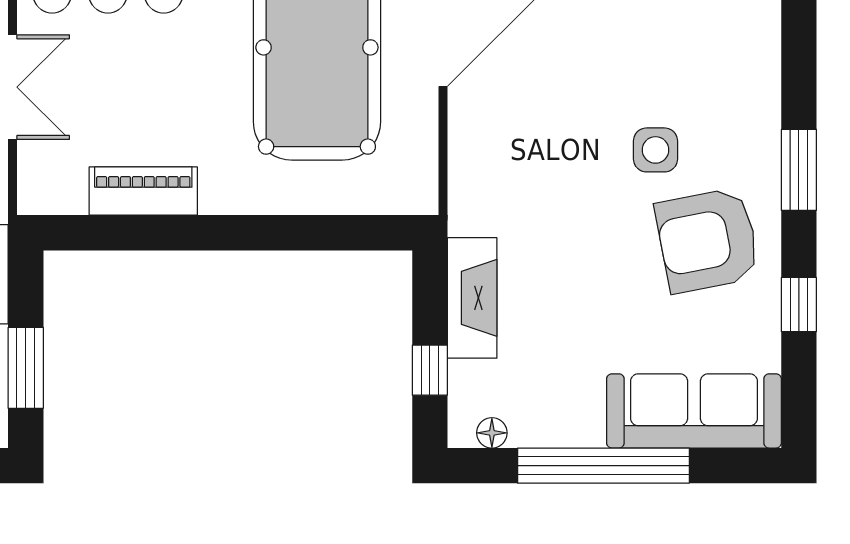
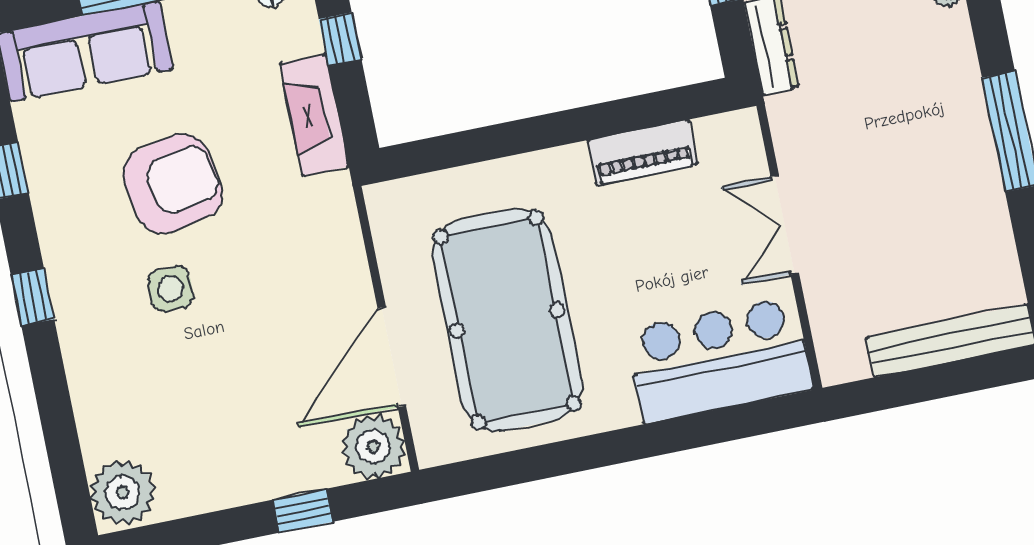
window: (799, 170) -> (33, 297), width x0.67
armchair: (708, 240) -> (173, 184), moved

